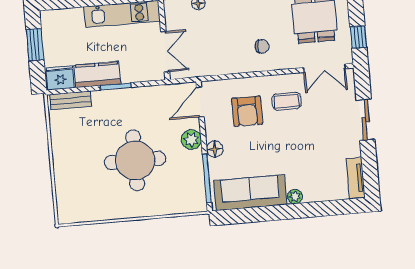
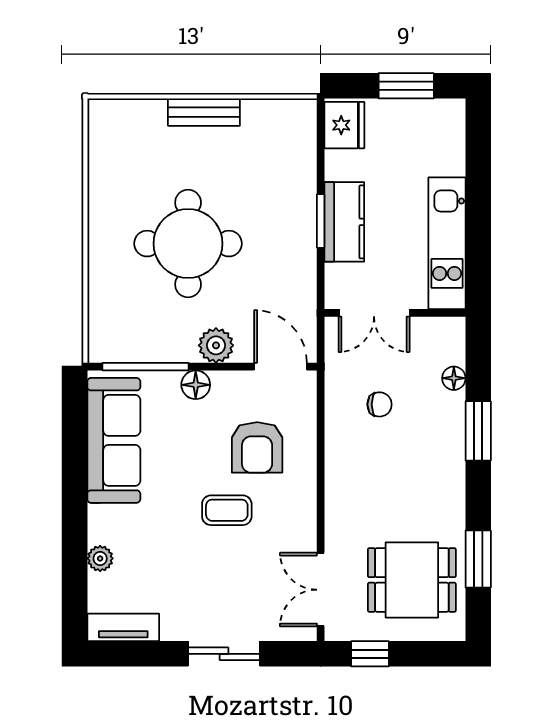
chair: (262, 46) -> (379, 404), moved, turned -90
kitchen counter: (97, 75) -> (344, 222), moved
bench: (70, 100) -> (204, 112), moved, turned 90
coffee table: (286, 101) -> (227, 510), moved, turned 90
armchair: (247, 111) -> (257, 447), turned -90
plant: (295, 197) -> (100, 558), moved

